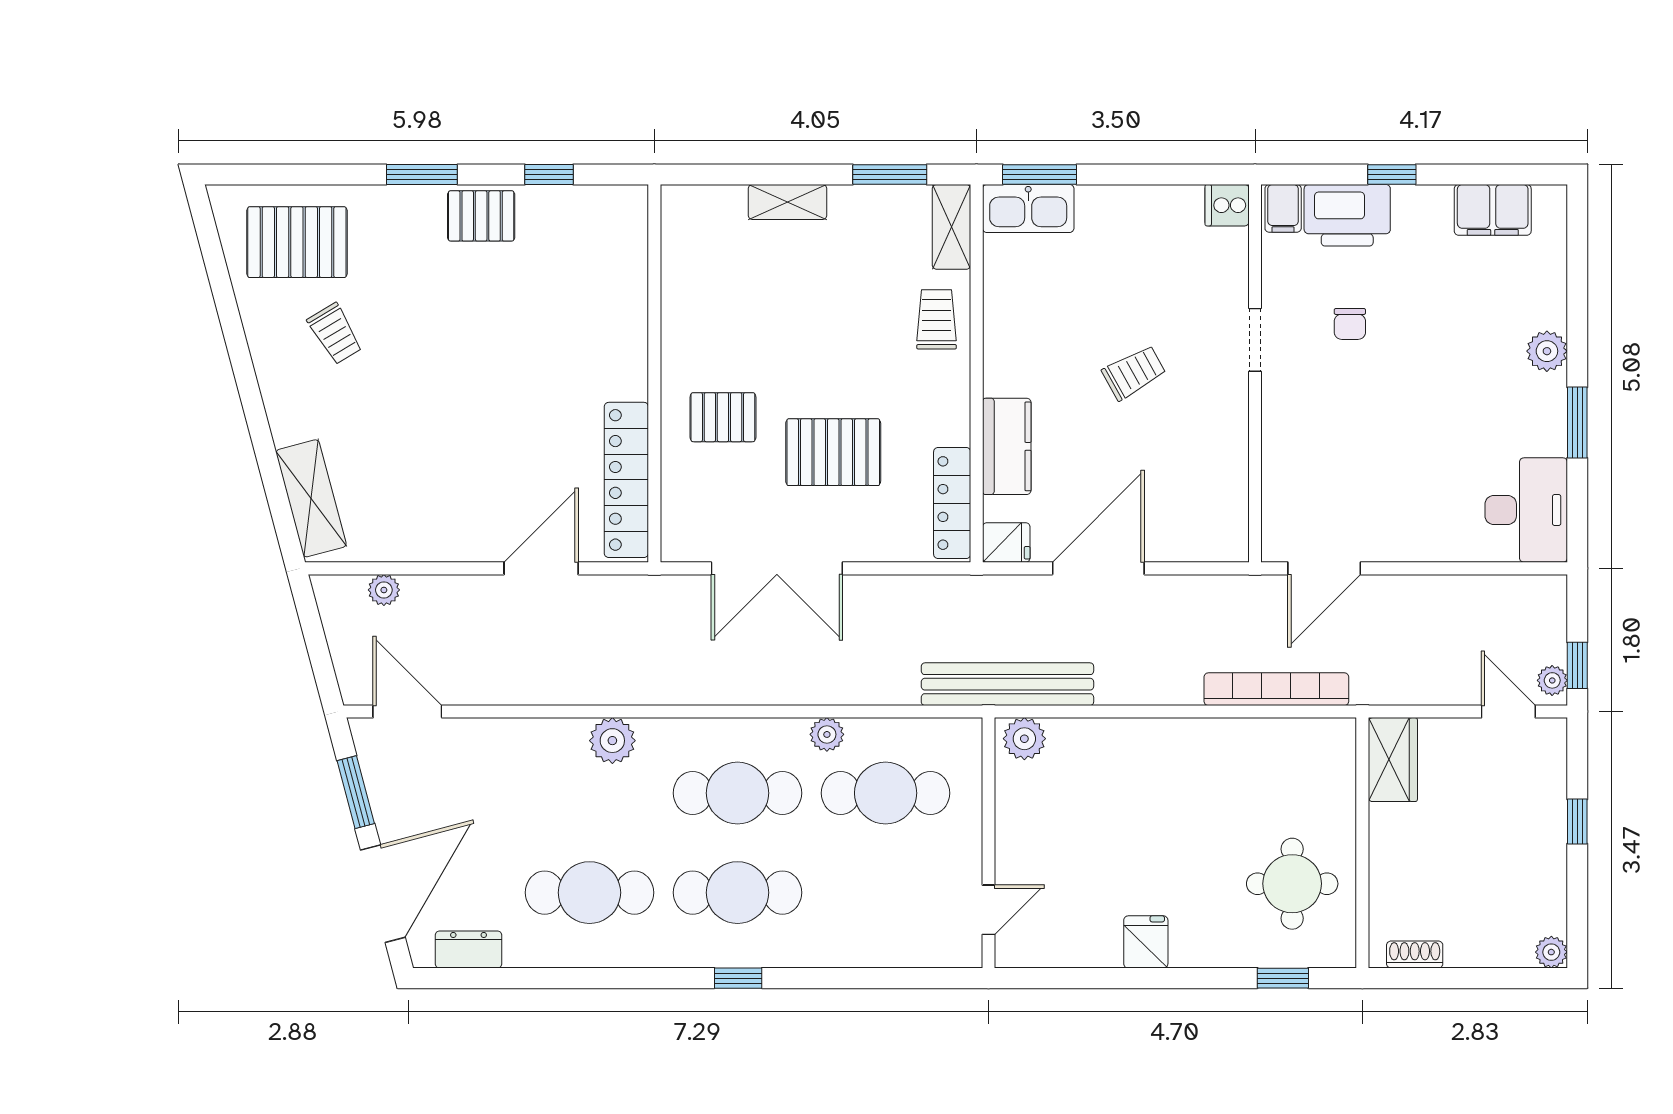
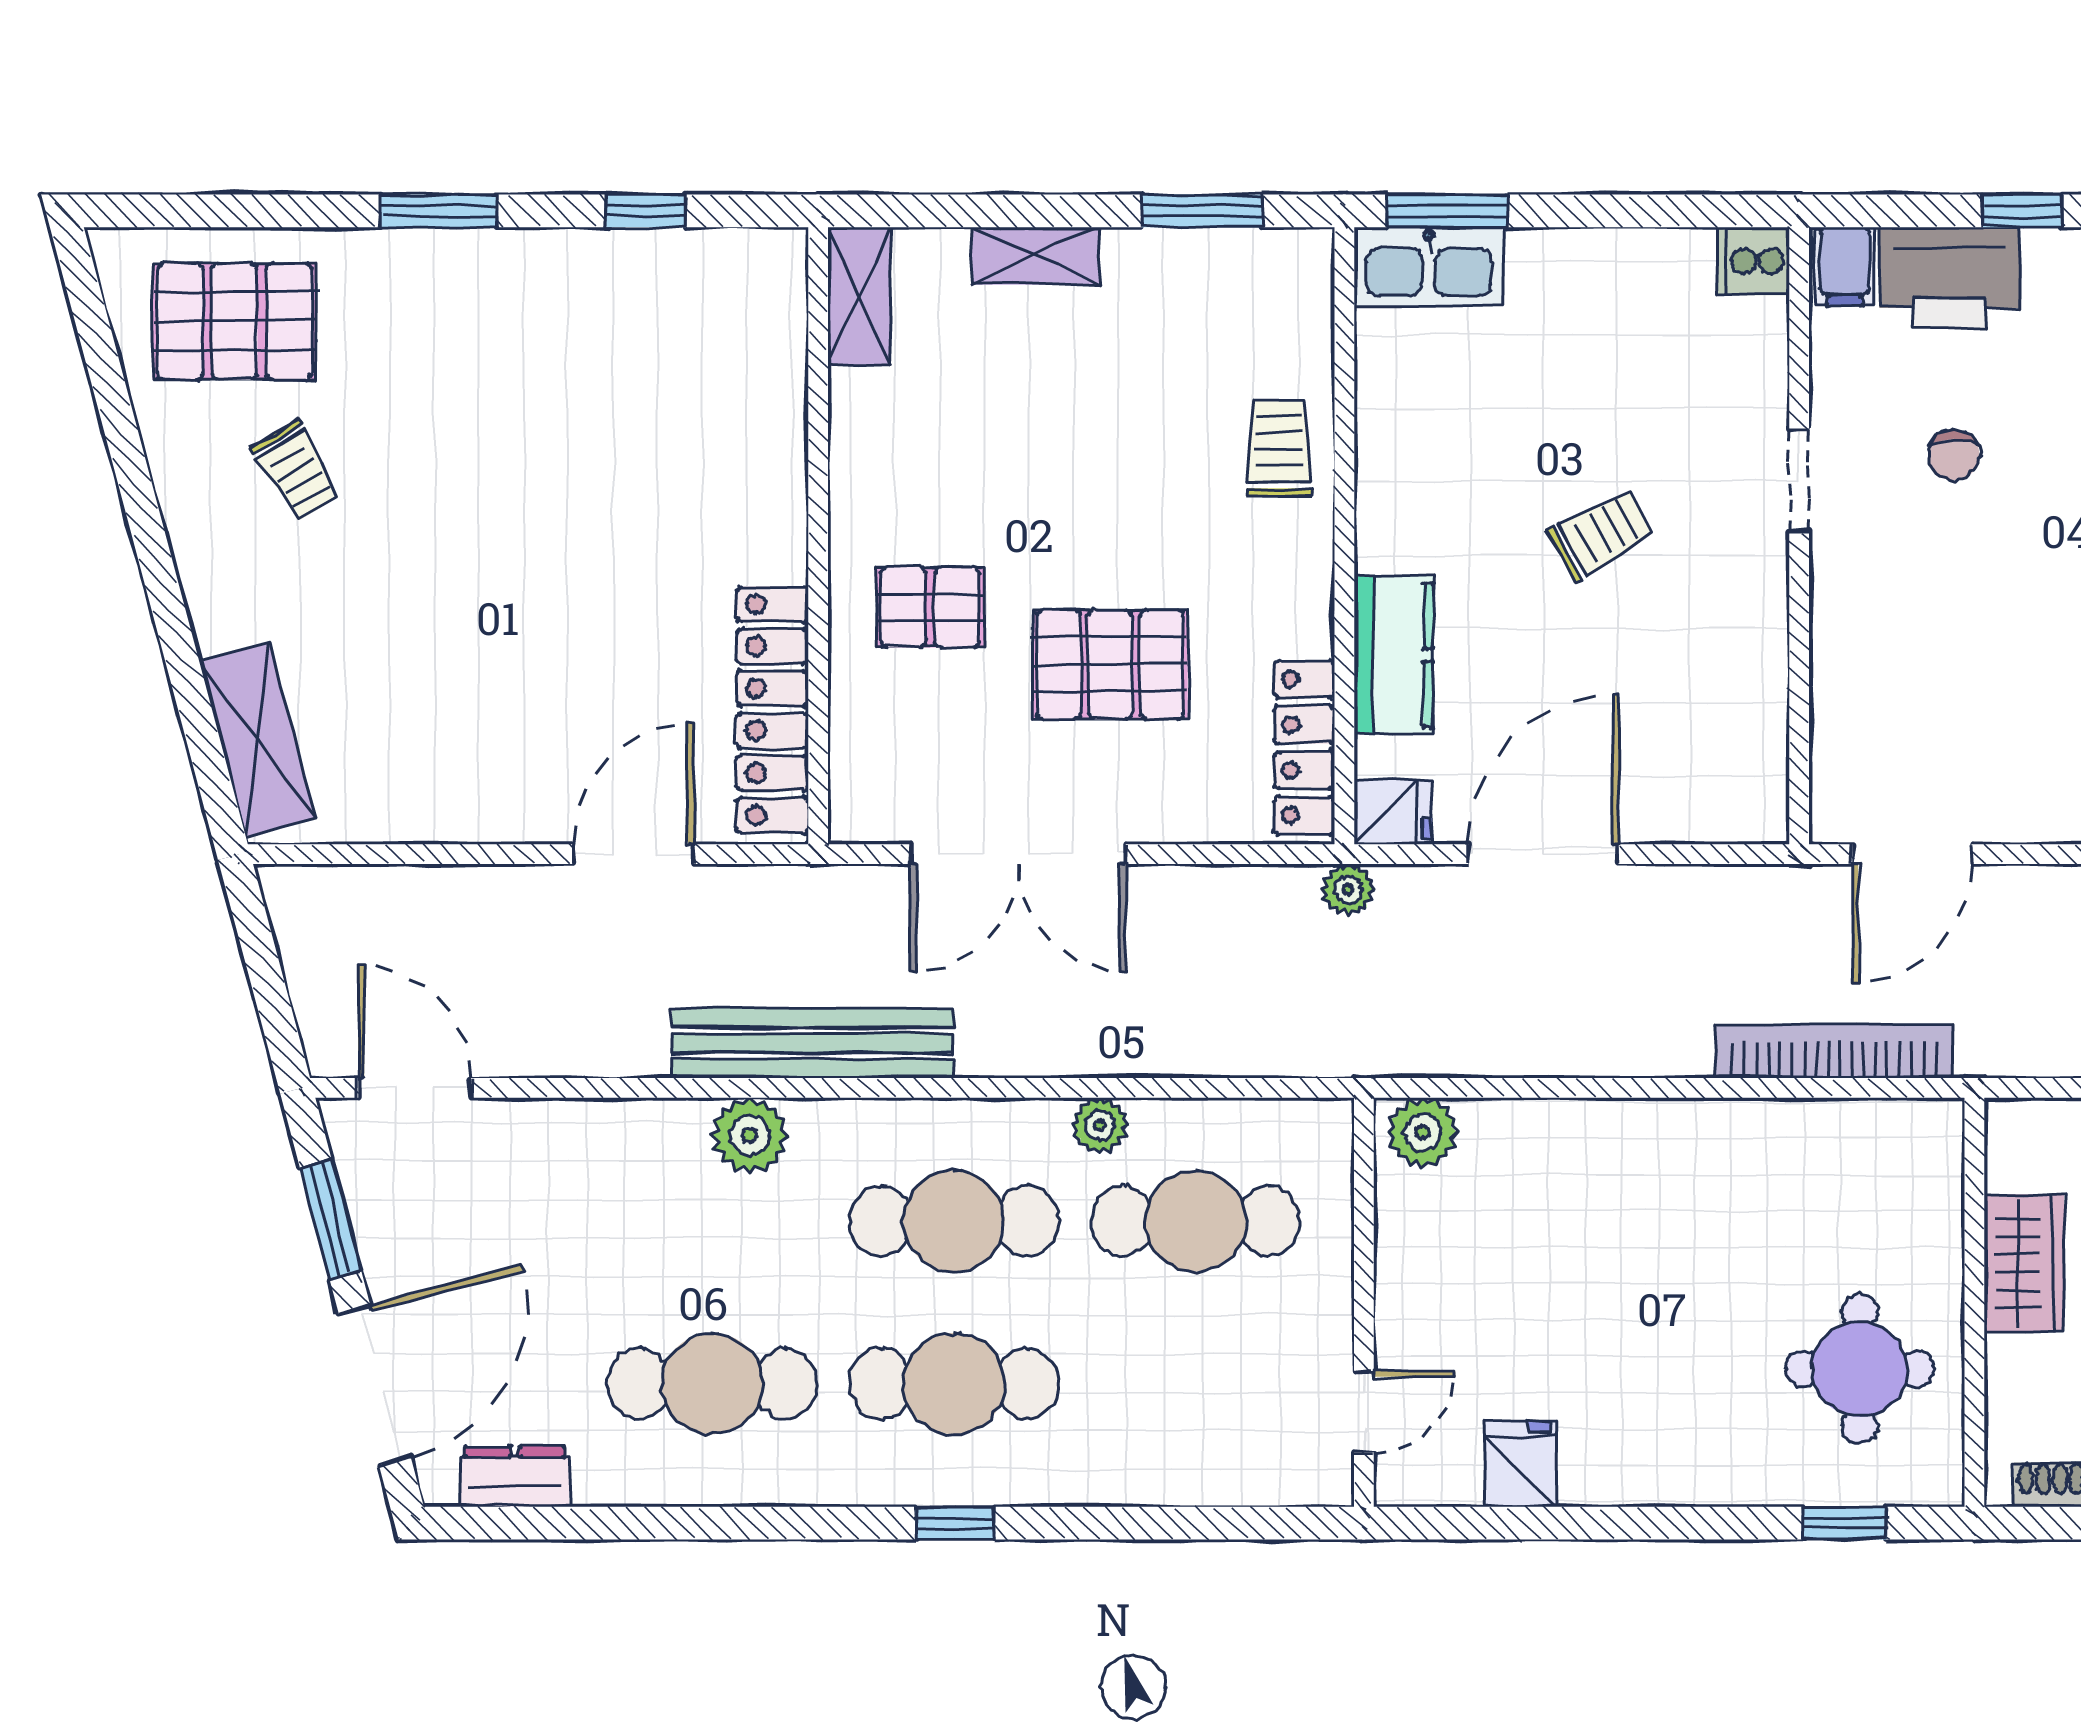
pallet: (481, 216) -> (535, 279), removed
shelving: (951, 227) -> (859, 296), moved
plant: (384, 590) -> (1348, 889), moved
bench: (1007, 684) -> (813, 1043), moved
wardrobe: (1393, 760) -> (2024, 1263), moved
fridge: (1146, 942) -> (1520, 1464), moved

